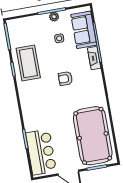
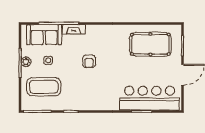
coffee table: (28, 63) -> (44, 87), moved
pool table: (93, 136) -> (150, 44), width x0.73, depth x0.76
bar counter: (41, 152) -> (150, 98), width x1.36

